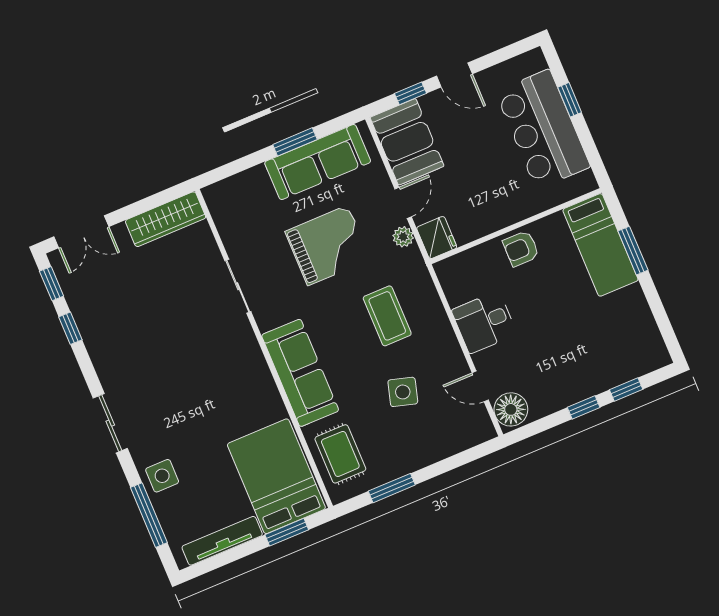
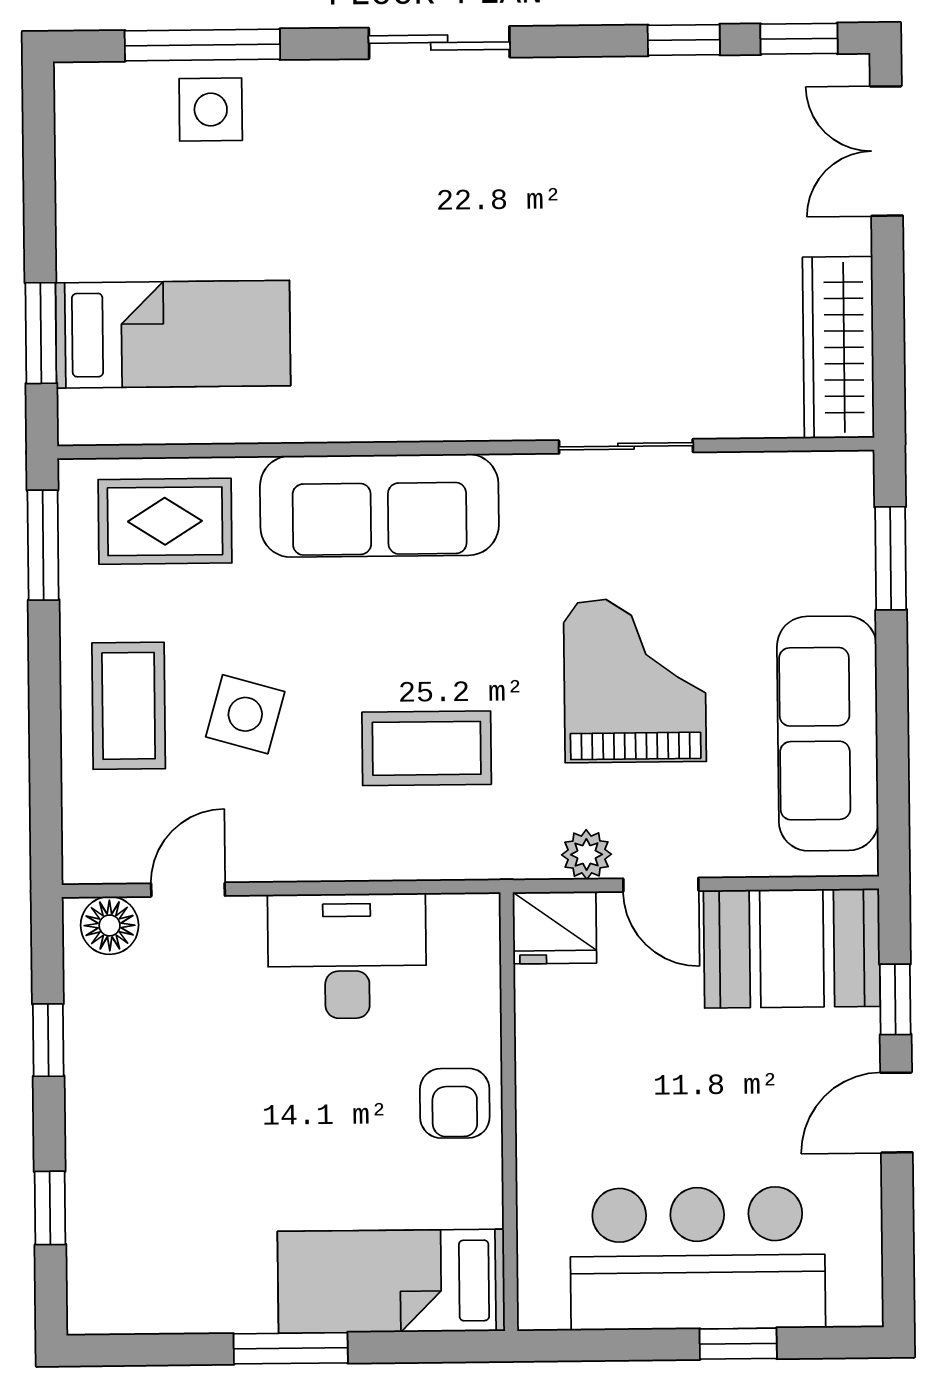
window: (295, 142) -> (891, 558), moved
grand piano: (328, 245) -> (635, 681), turned 180
armchair: (521, 248) -> (455, 1103), turned 180
window: (633, 251) -> (291, 1348), moved
desk: (484, 322) -> (347, 956), width x1.37
window: (584, 407) -> (48, 1040), moved
floor lamp: (511, 409) -> (110, 925), width x0.73, depth x0.73
coffee table: (418, 439) -> (129, 706), added
side table: (162, 476) -> (211, 110), moved
bed: (276, 476) -> (173, 334), width x0.67
window: (392, 488) -> (43, 545), moved
tv unit: (222, 541) -> (80, 183), removed

